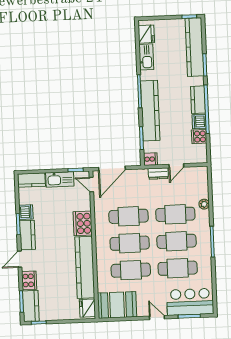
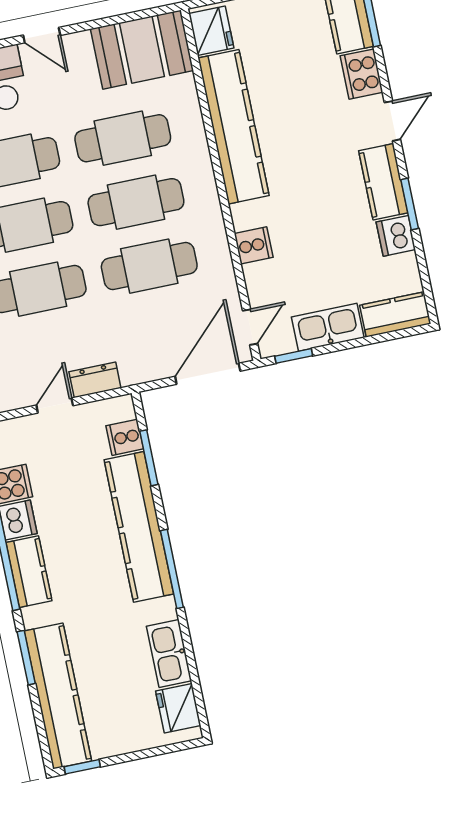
cooker: (150, 159) -> (125, 437), moved
door: (91, 185) -> (250, 327), hinge flipped
cooker: (83, 223) -> (254, 245), width x0.53, depth x0.76

